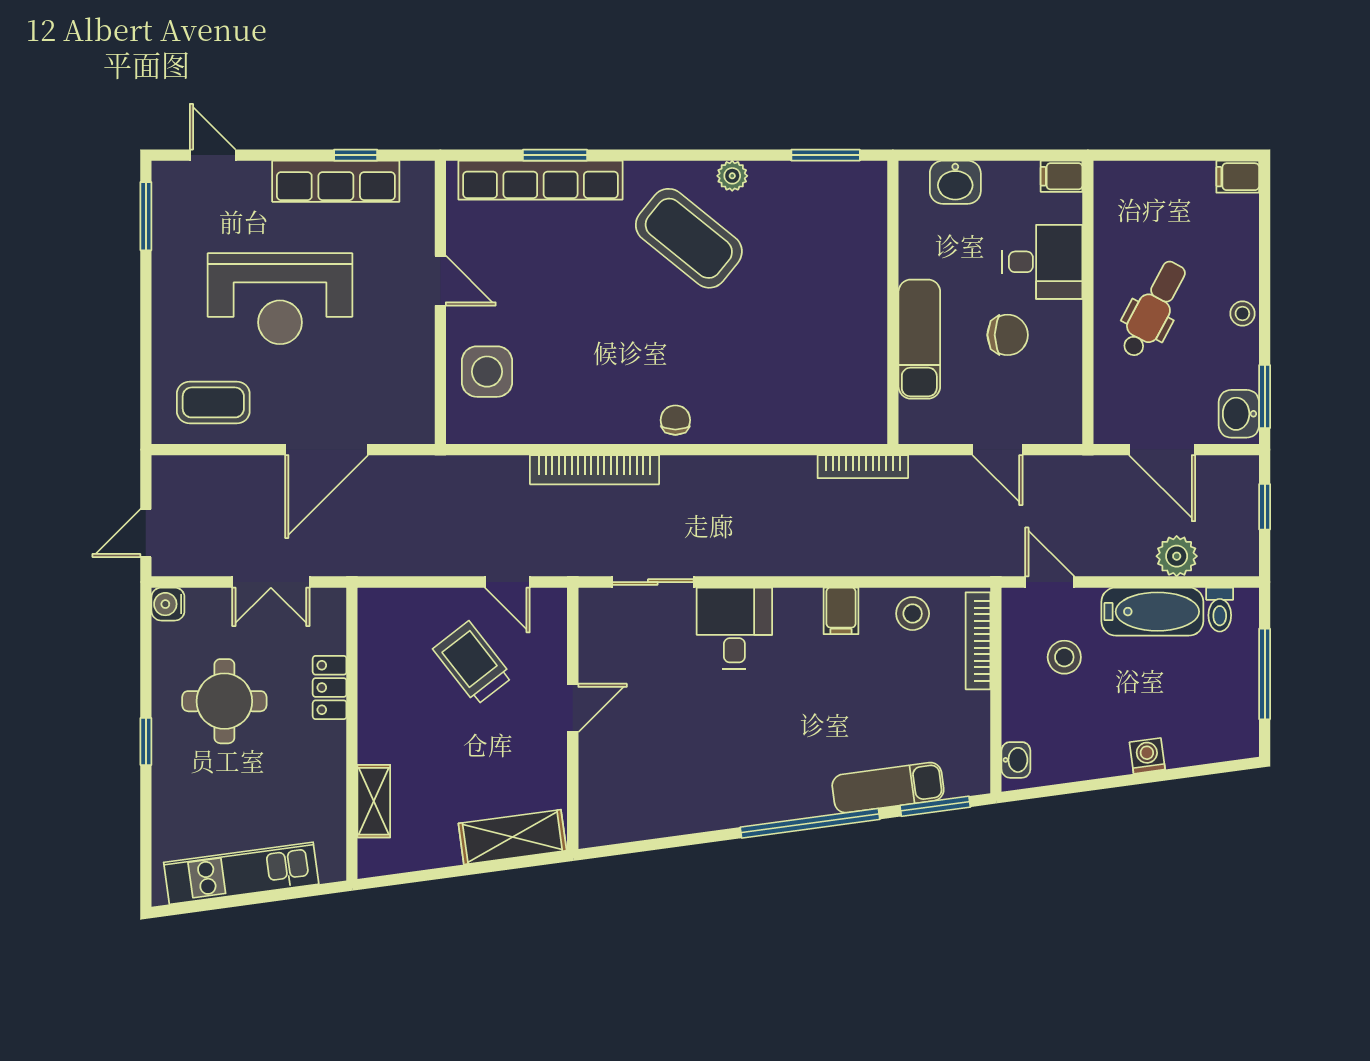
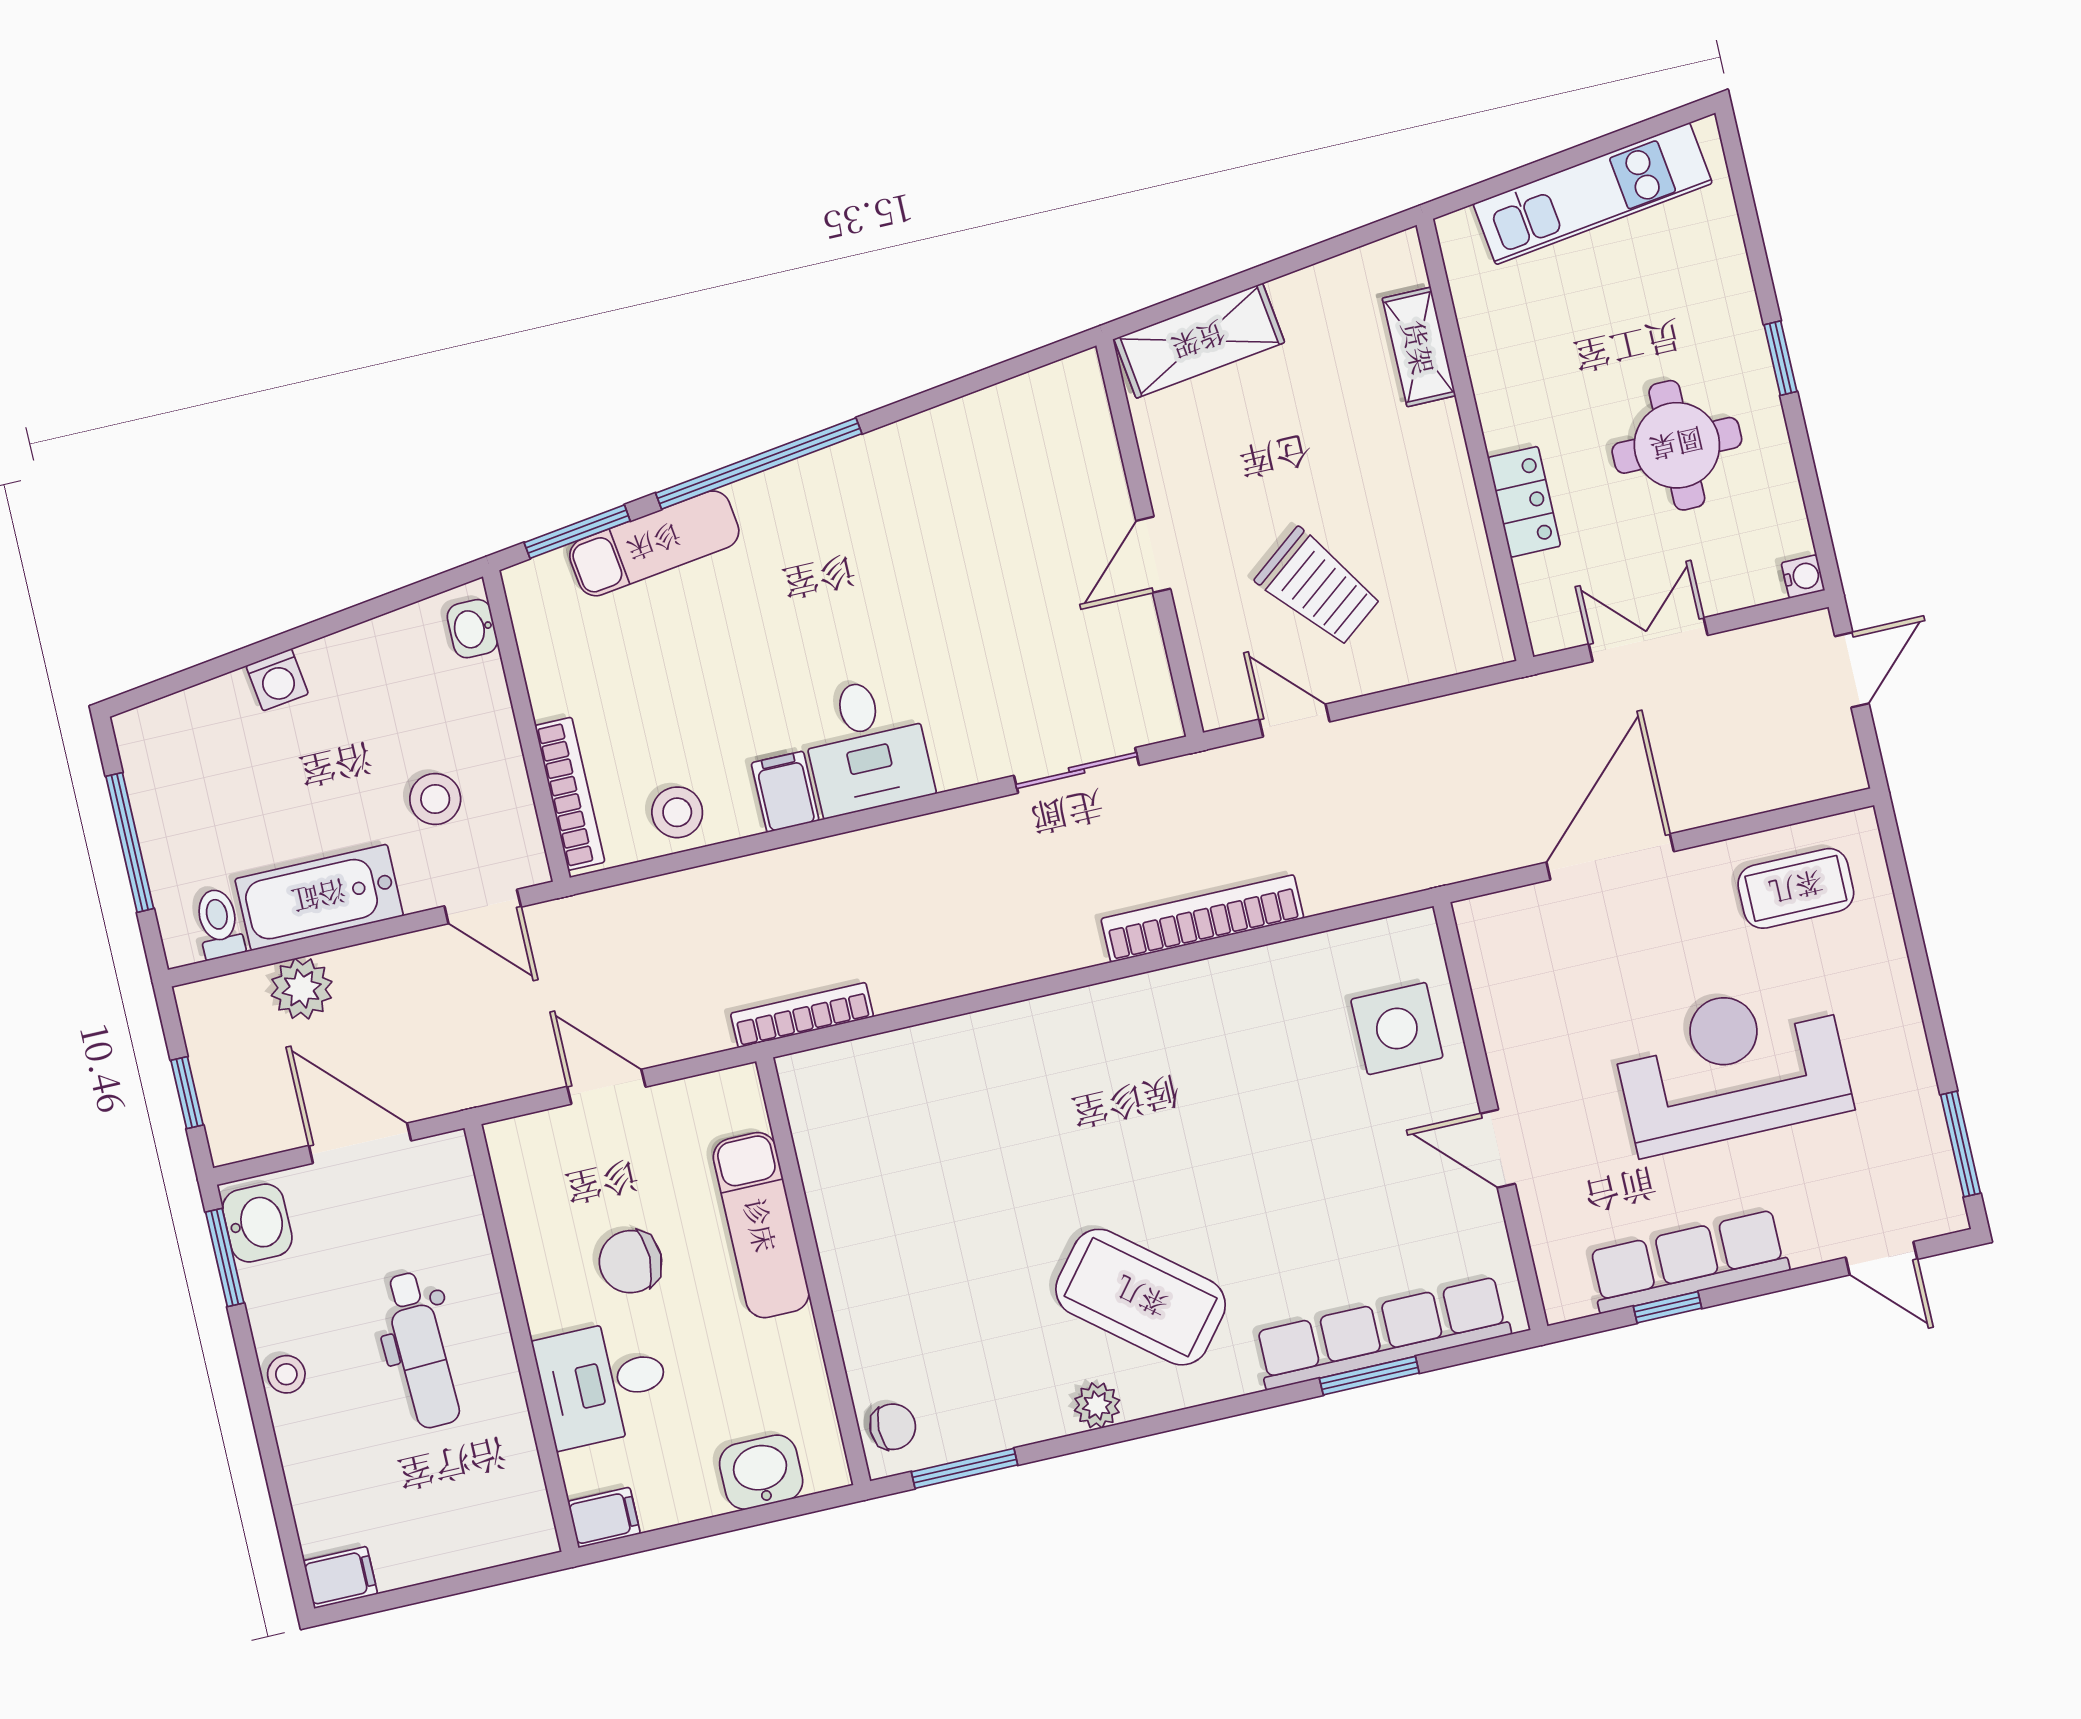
dental chair: (1153, 309) -> (421, 1350), turned -30
chair: (675, 420) -> (893, 1427), moved, turned -90
water cooler: (168, 604) -> (1803, 577), width x0.72, depth x0.72
desk: (734, 628) -> (866, 746), moved

